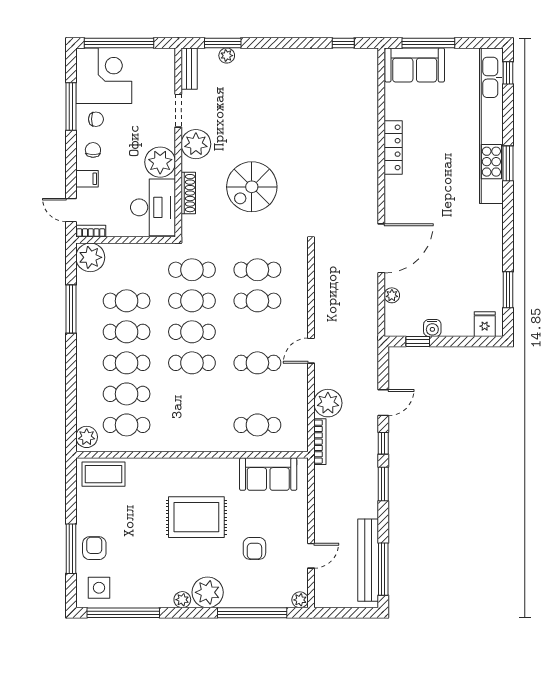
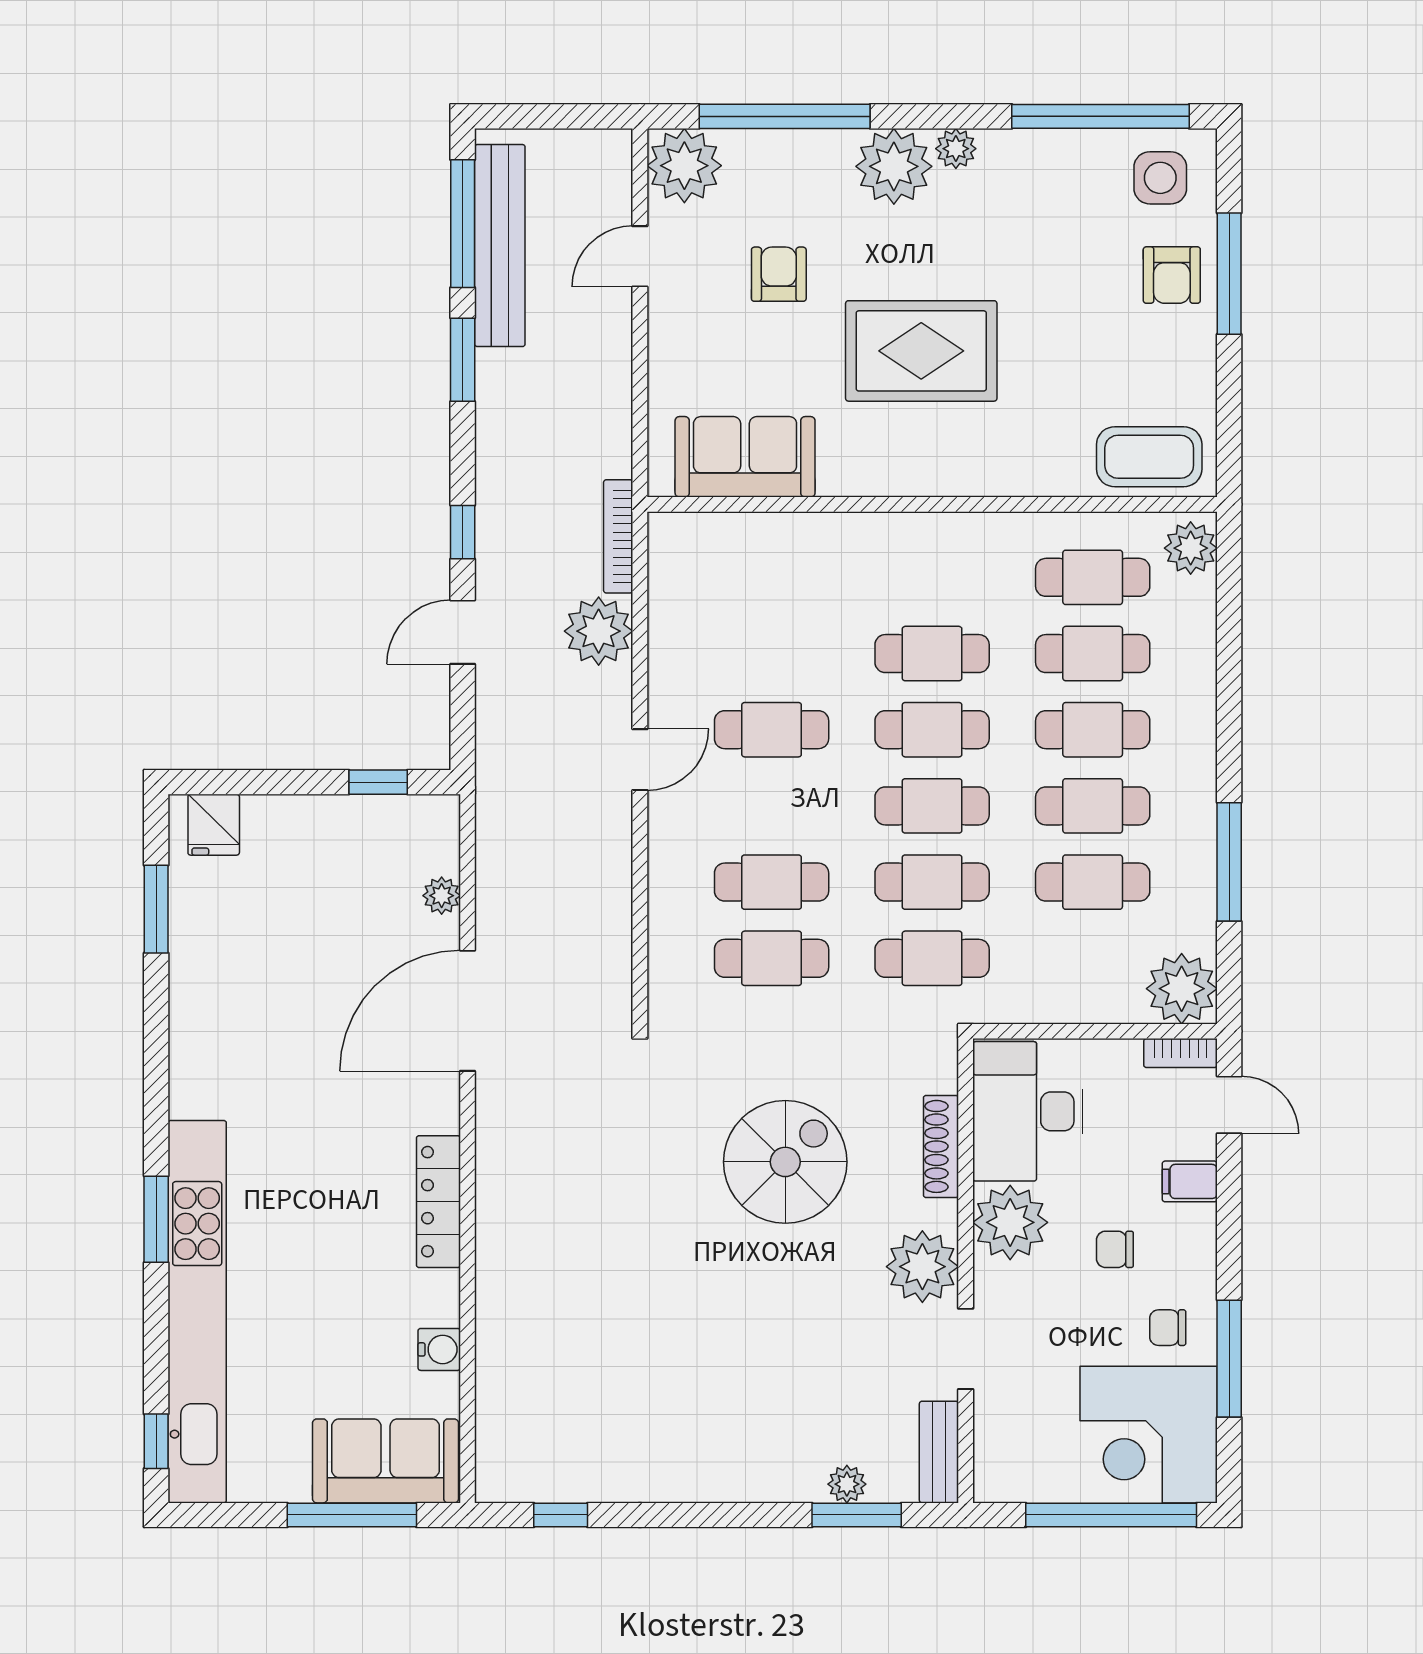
locker: (393, 147) -> (438, 1202), moved
chair: (93, 150) -> (1115, 1249), moved, turned 89
water cooler: (432, 328) -> (439, 1349), moved, turned 90
cafe table: (257, 425) -> (932, 654), moved
window: (383, 484) -> (463, 360), moved
plant: (300, 600) -> (684, 166), width x1.88, depth x1.88

